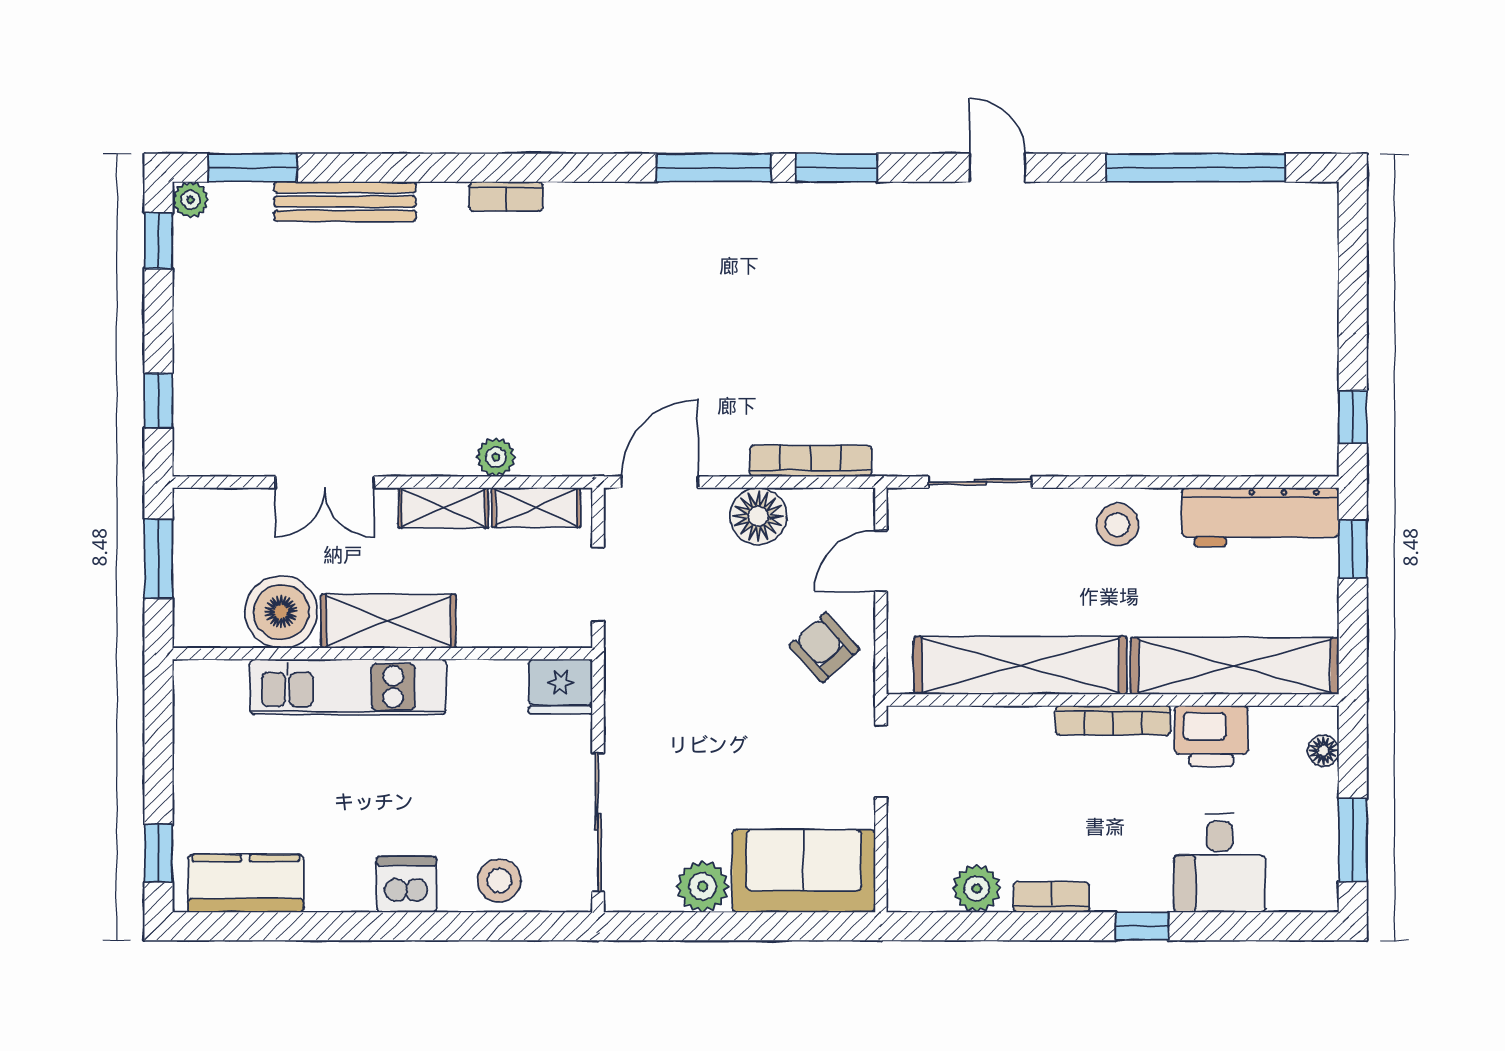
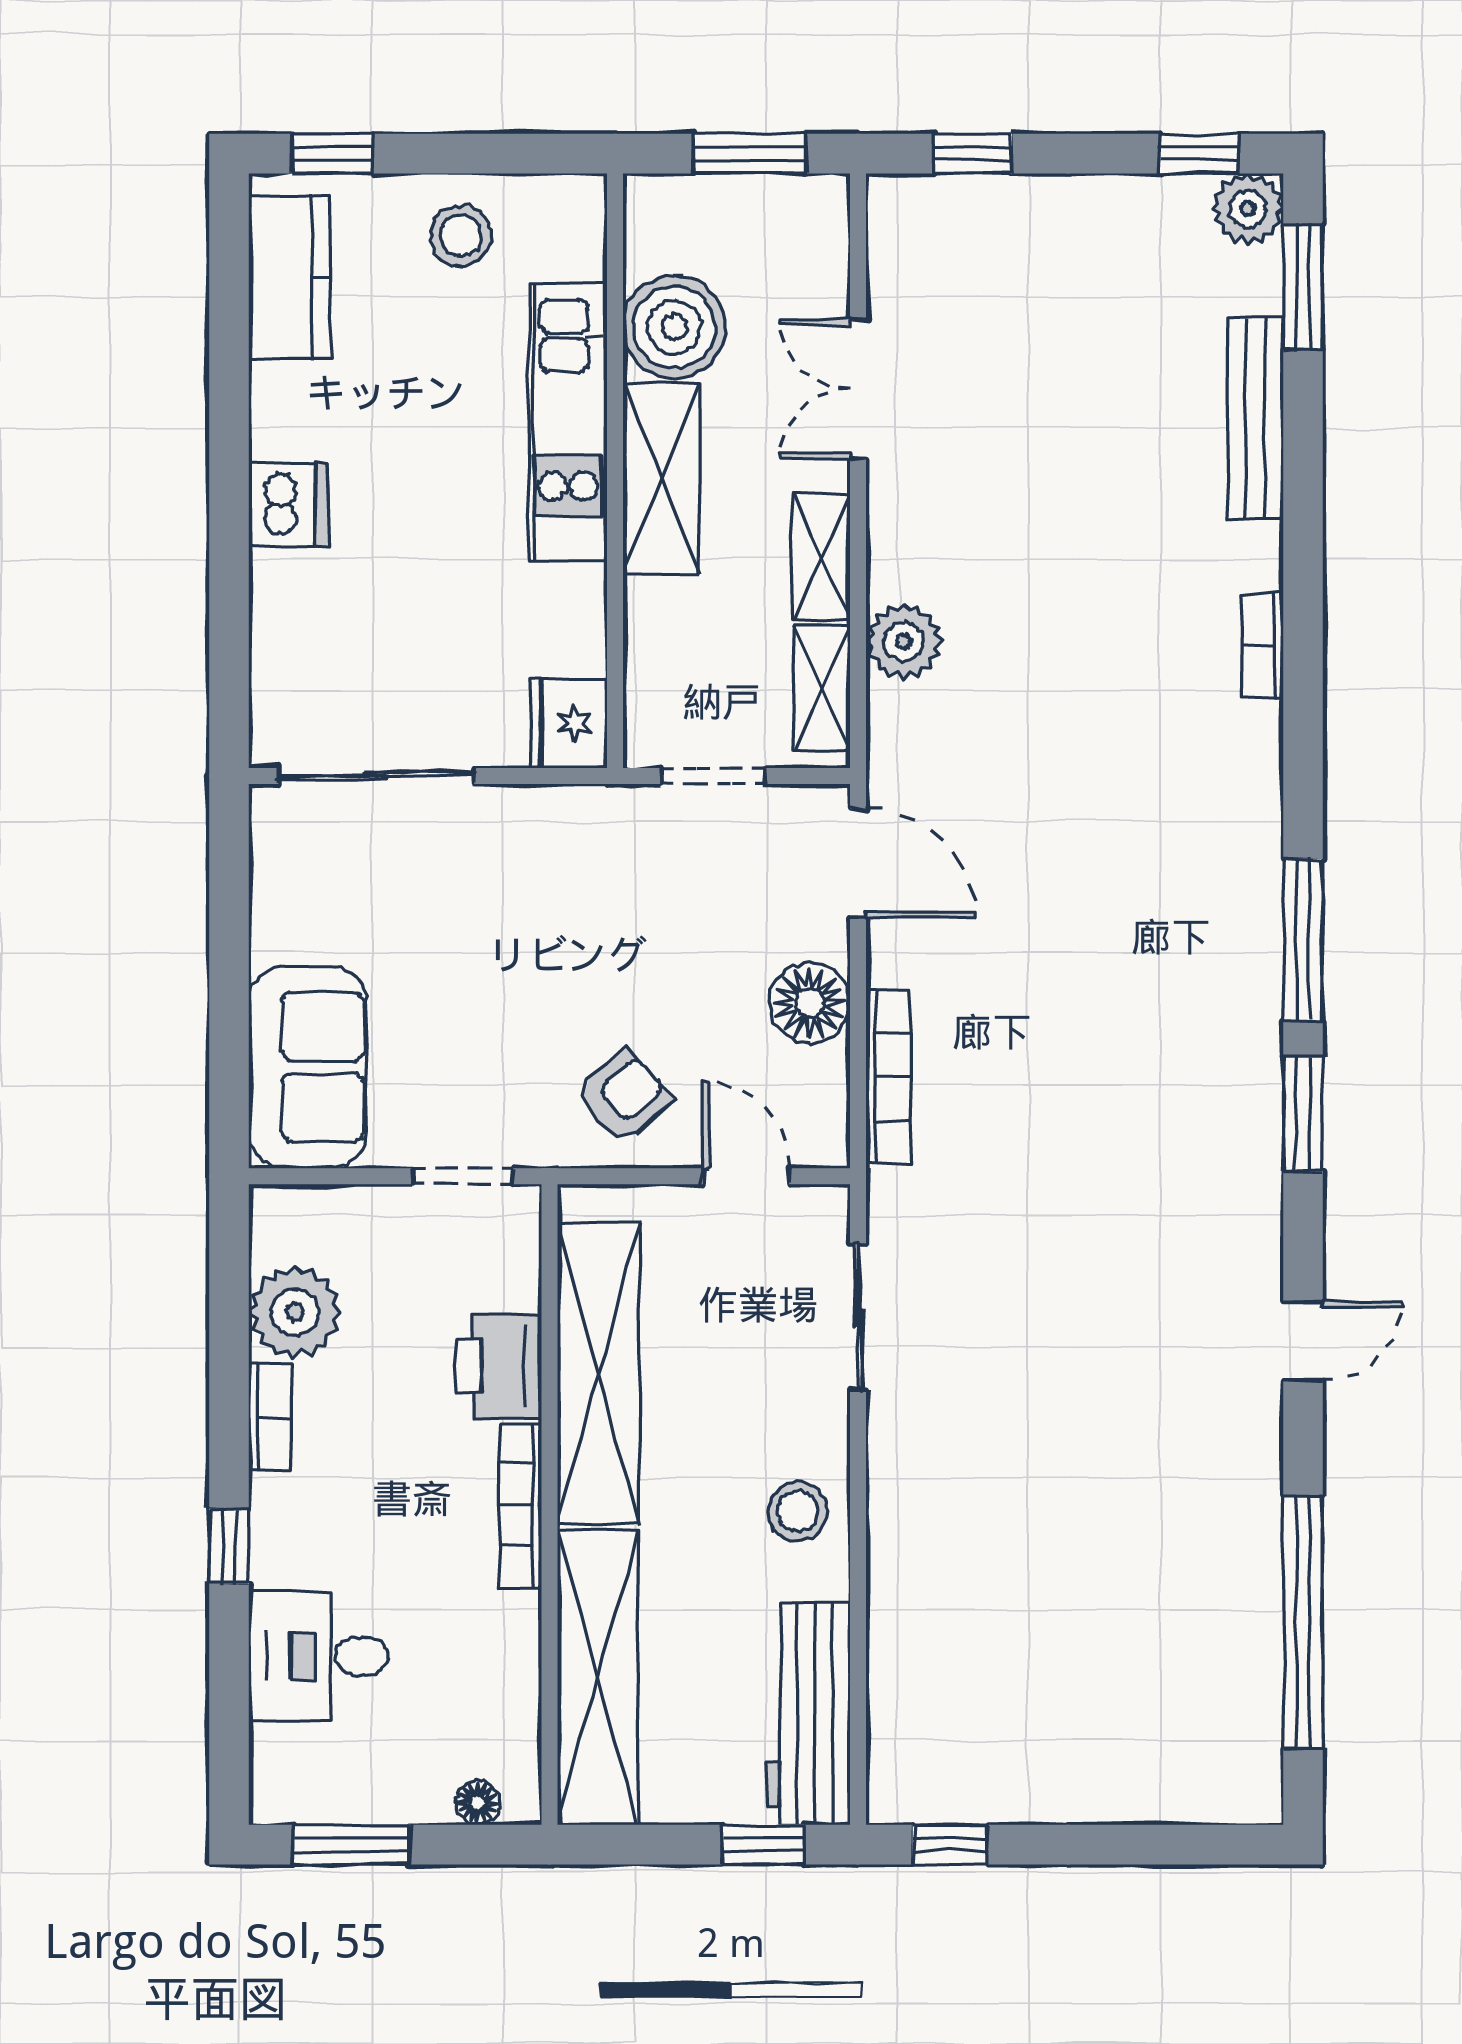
plant: (191, 200) -> (1248, 209), width x1.38, depth x1.38
plant: (496, 457) -> (904, 642), width x1.38, depth x1.38
printer: (1211, 736) -> (499, 1366), moved
stool: (499, 880) -> (461, 236), moved
plant: (703, 886) -> (286, 924), removed
plant: (977, 888) -> (295, 1312), width x1.36, depth x1.36

